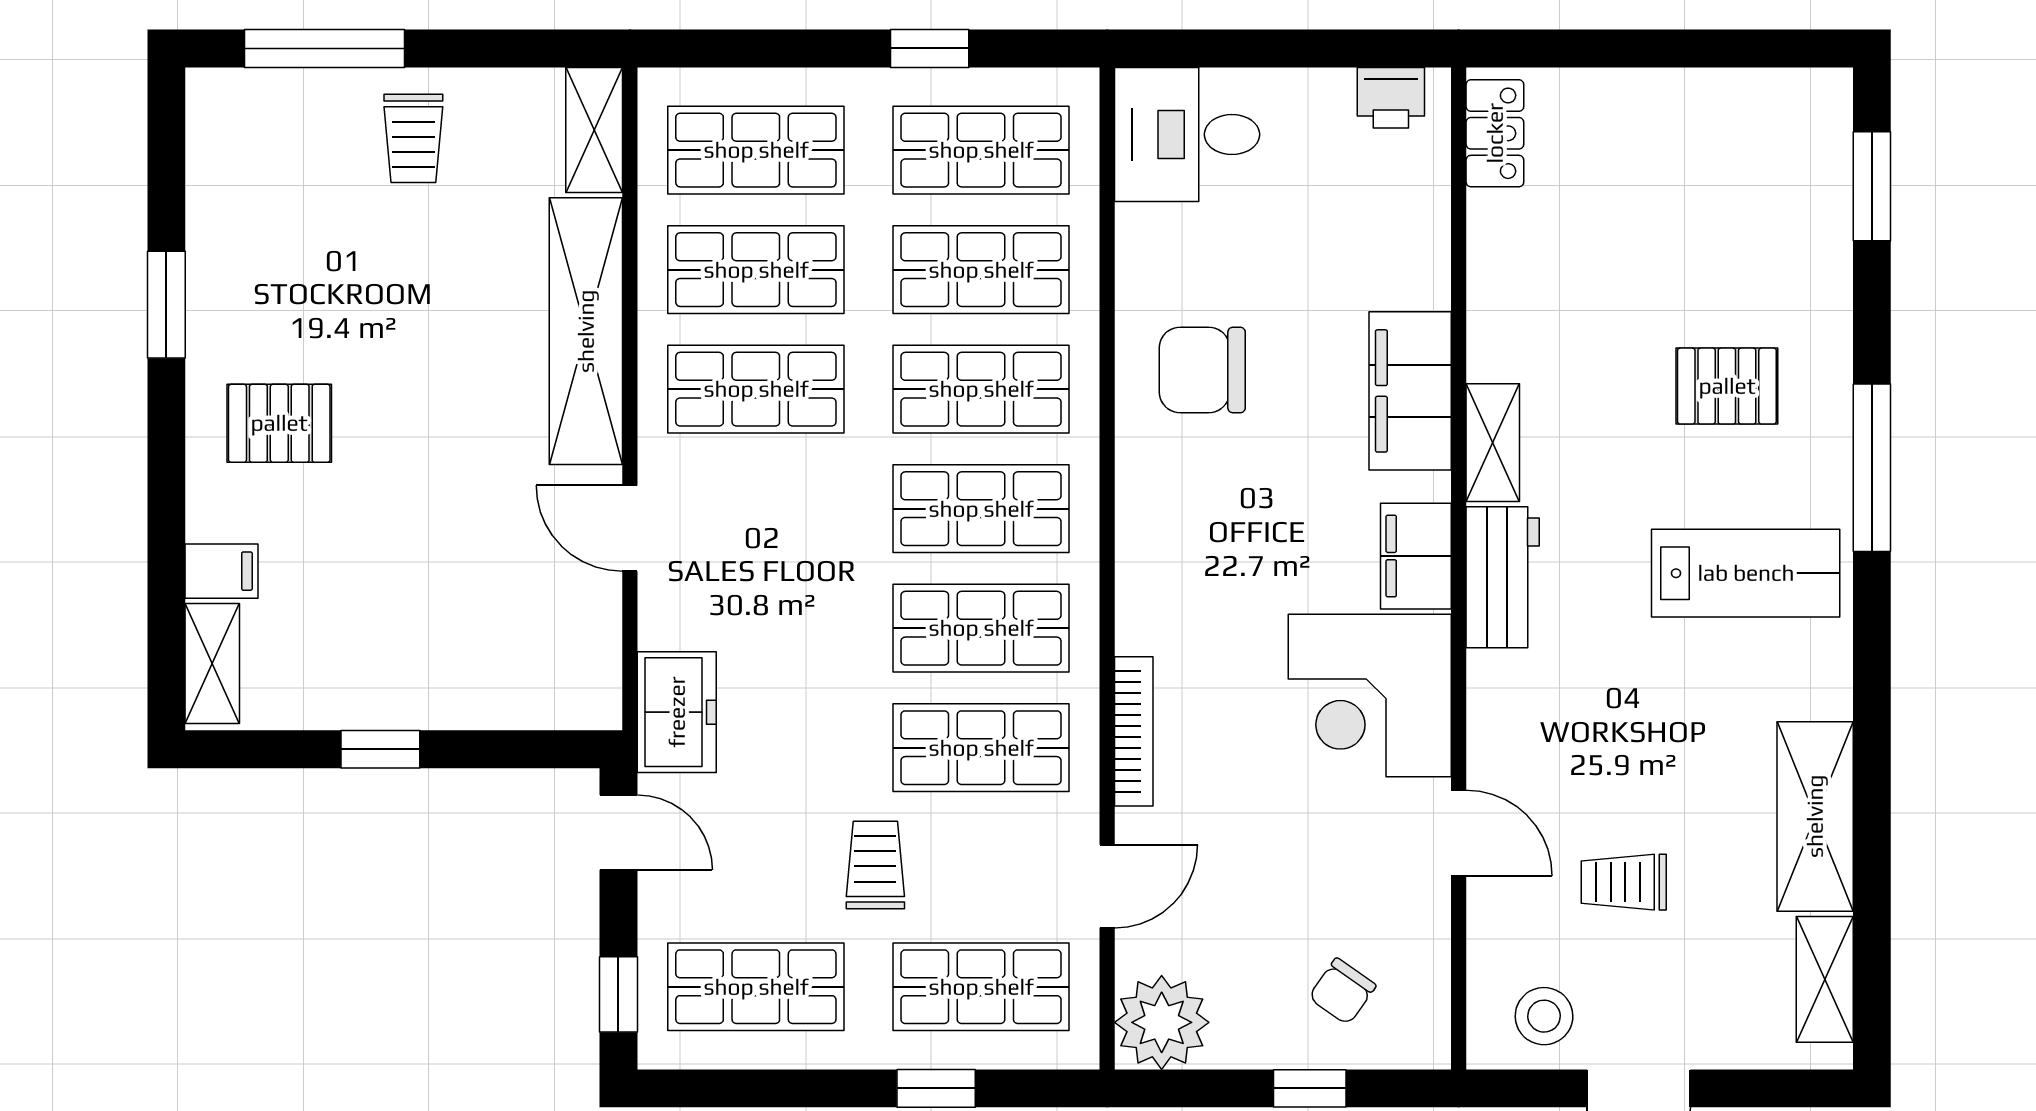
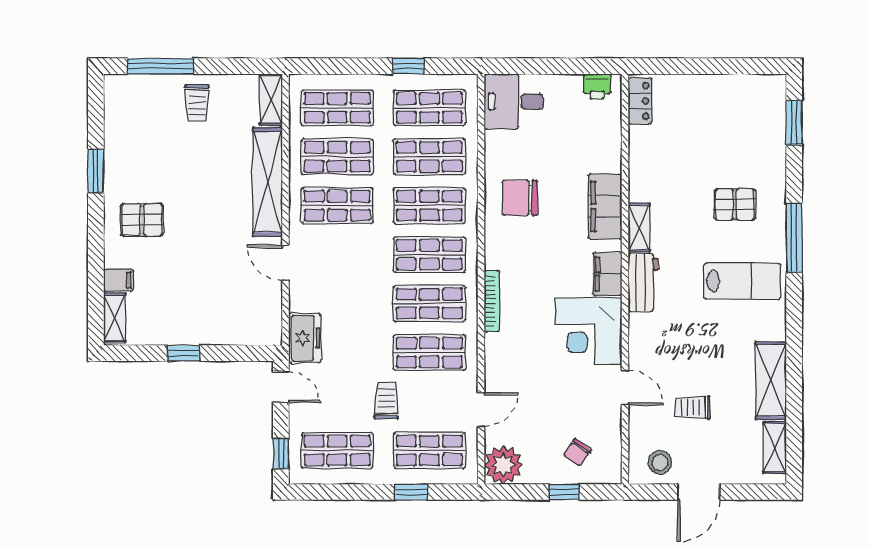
bookcase: (1134, 731) -> (492, 301), moved

